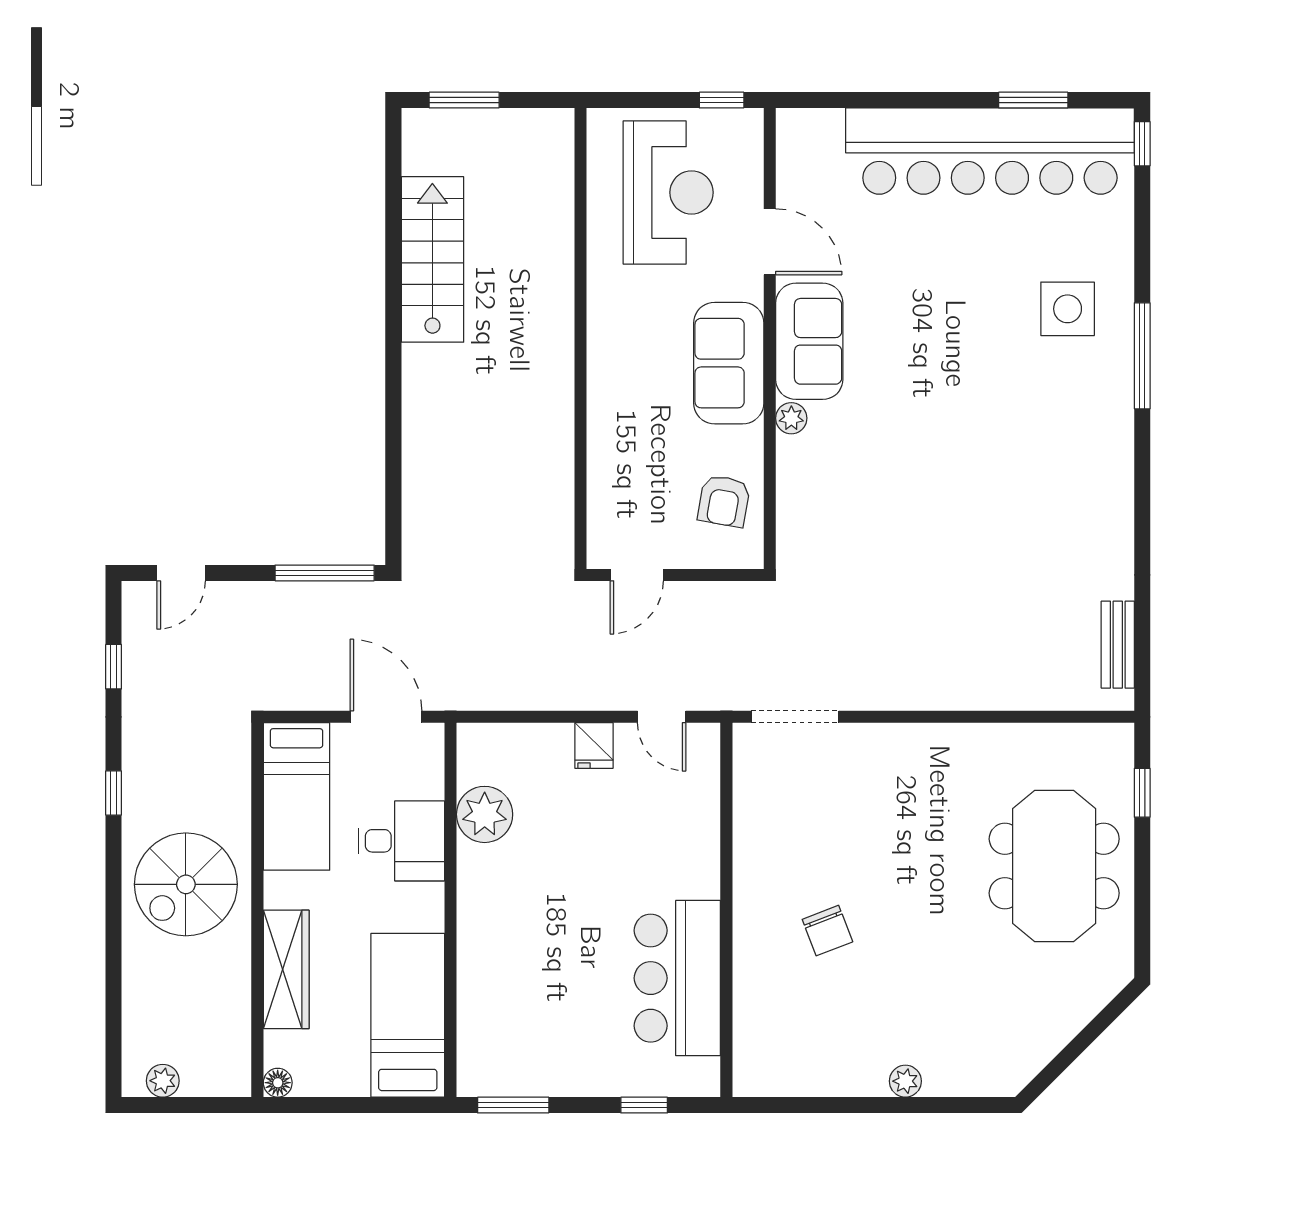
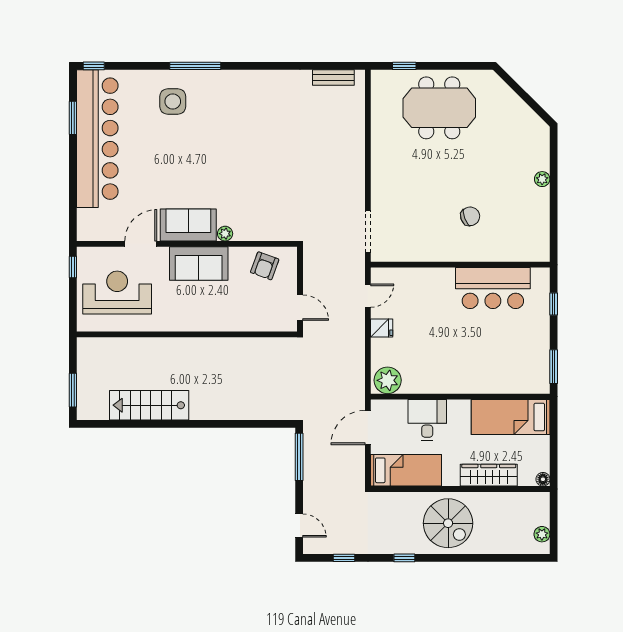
armchair: (724, 501) -> (265, 266), turned 100
plant: (485, 814) -> (388, 380), moved

